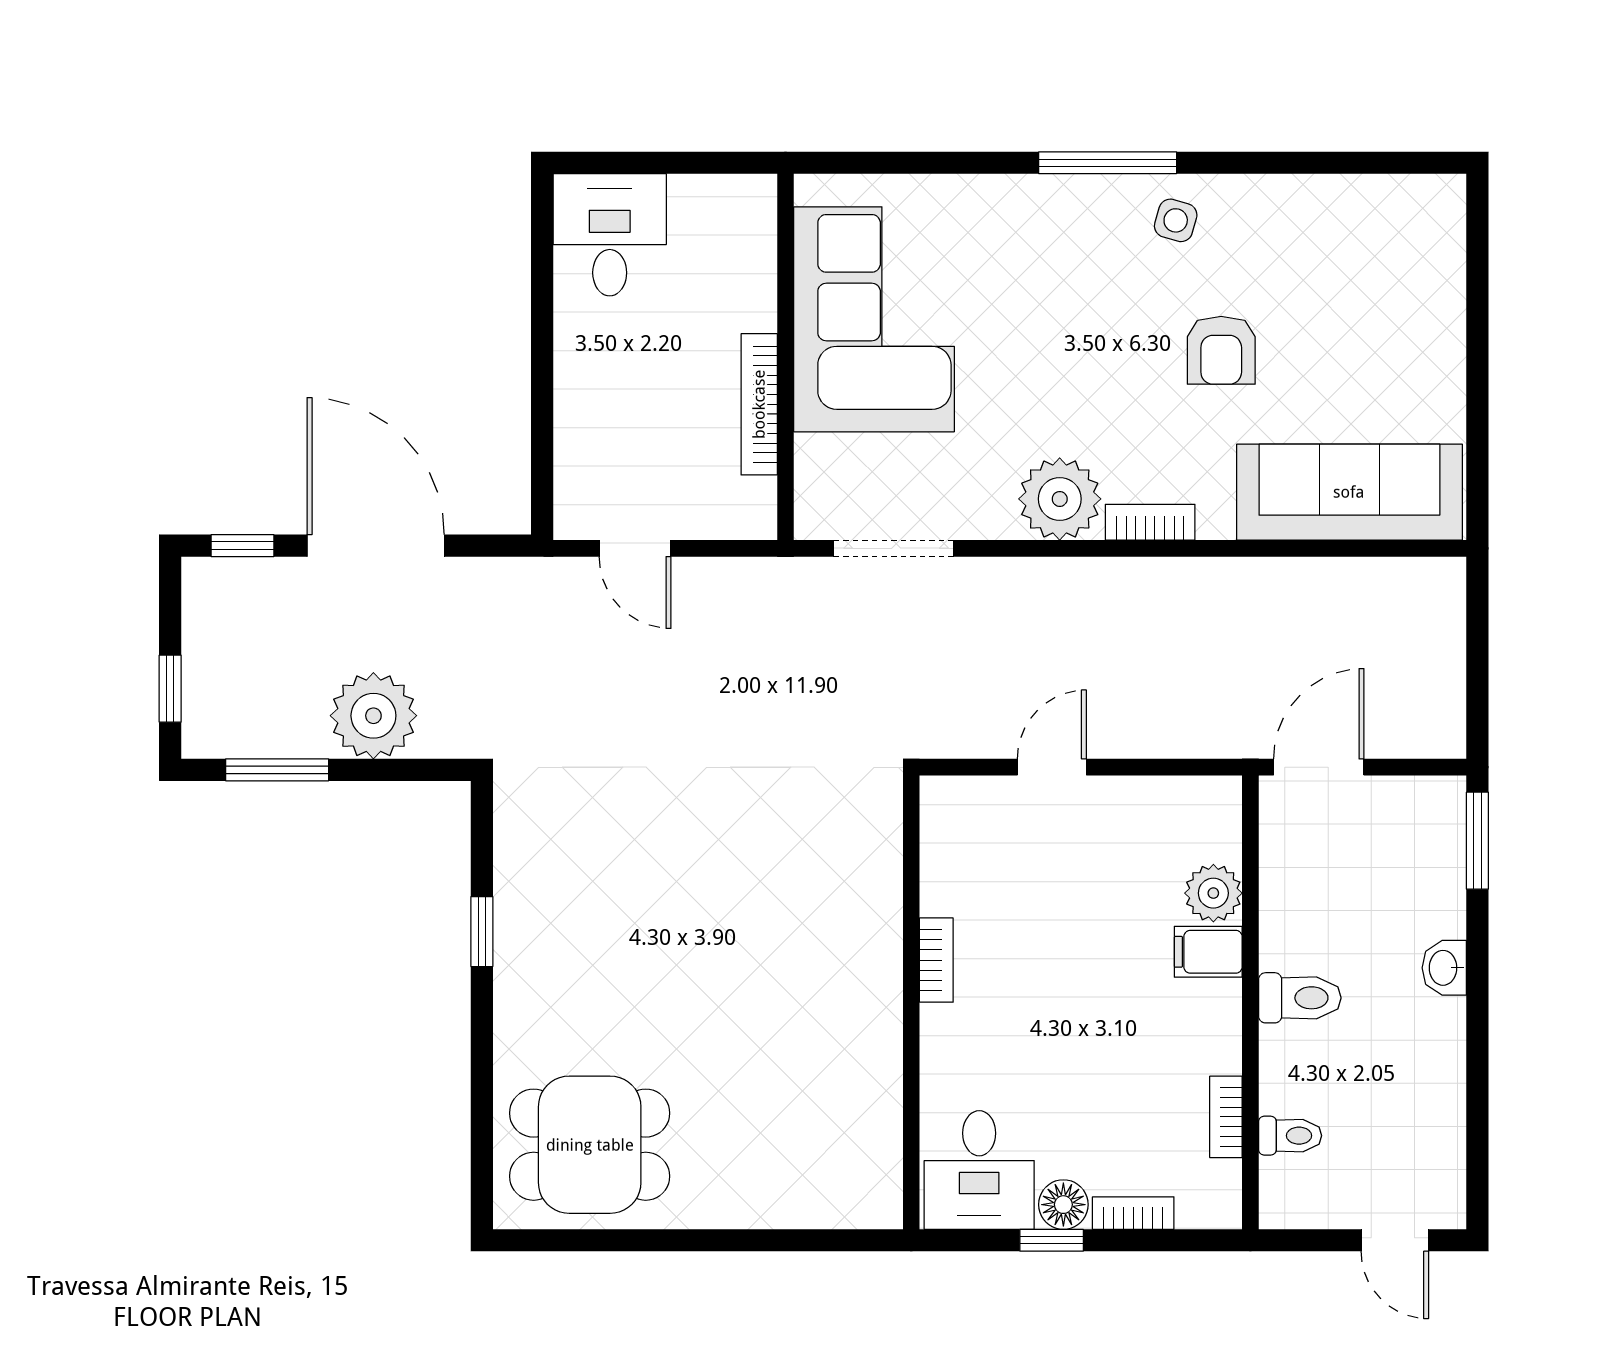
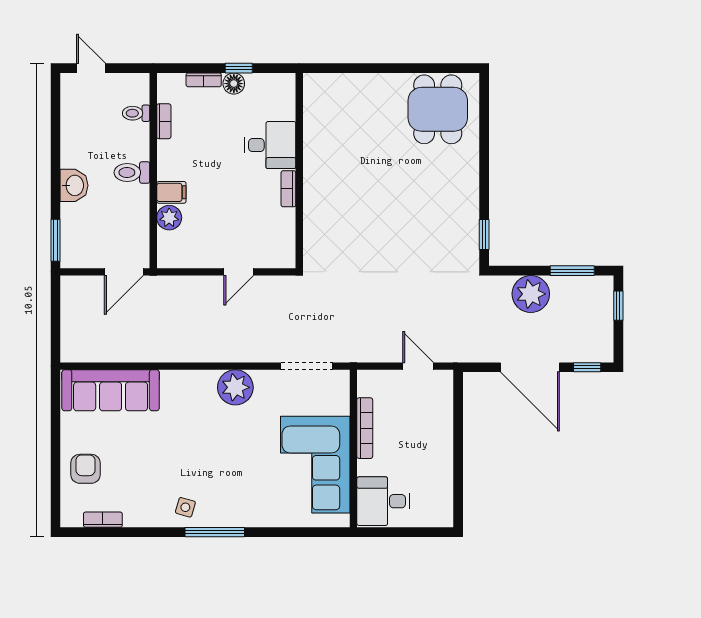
desk: (610, 235) -> (383, 501), moved, turned 90
armchair: (1221, 350) -> (85, 469), moved
bookcase: (1150, 522) -> (103, 520), moved, turned 180
window: (482, 932) -> (484, 235), moved
washbasin: (1444, 968) -> (74, 185), width x1.38, depth x1.45
dining table: (590, 1145) -> (438, 109), turned 90
desk: (979, 1170) -> (270, 145), moved, turned 90

